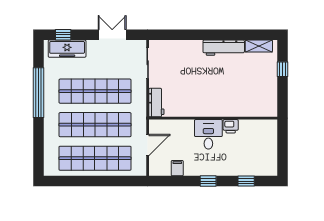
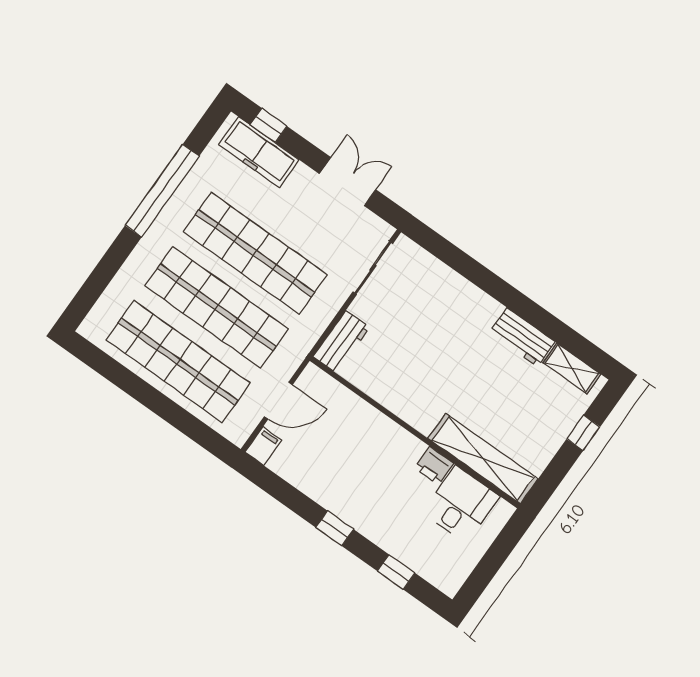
workbench: (224, 48) -> (522, 337), width x0.73
shelving: (249, 109) -> (483, 459), added
desk: (208, 134) -> (461, 504), moved
filing cabinet: (177, 168) -> (263, 446), moved

